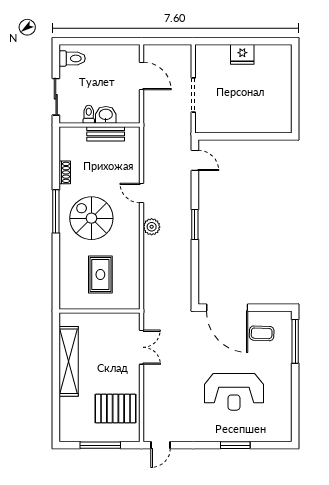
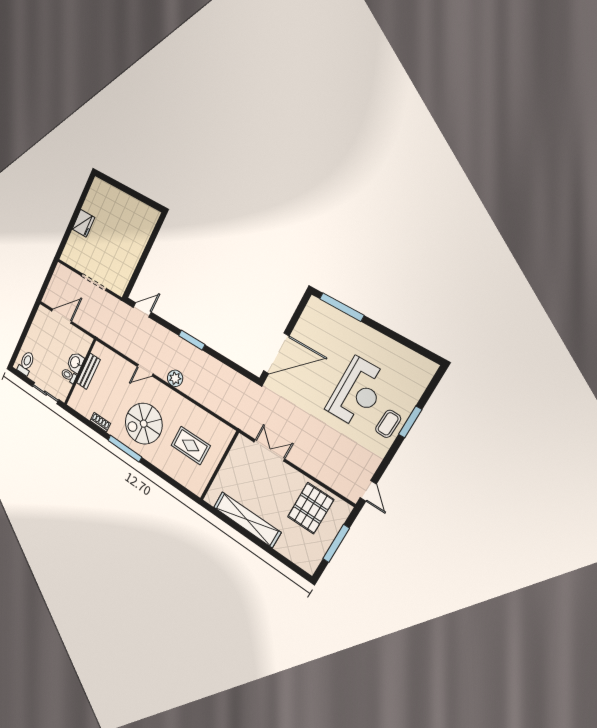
coffee table: (262, 333) -> (388, 424), moved

